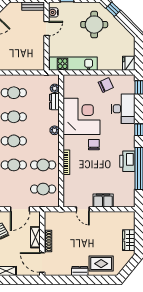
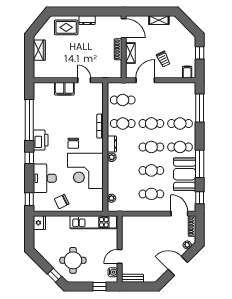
dresser: (54, 102) -> (112, 144), moved
printer: (127, 161) -> (41, 140), moved

